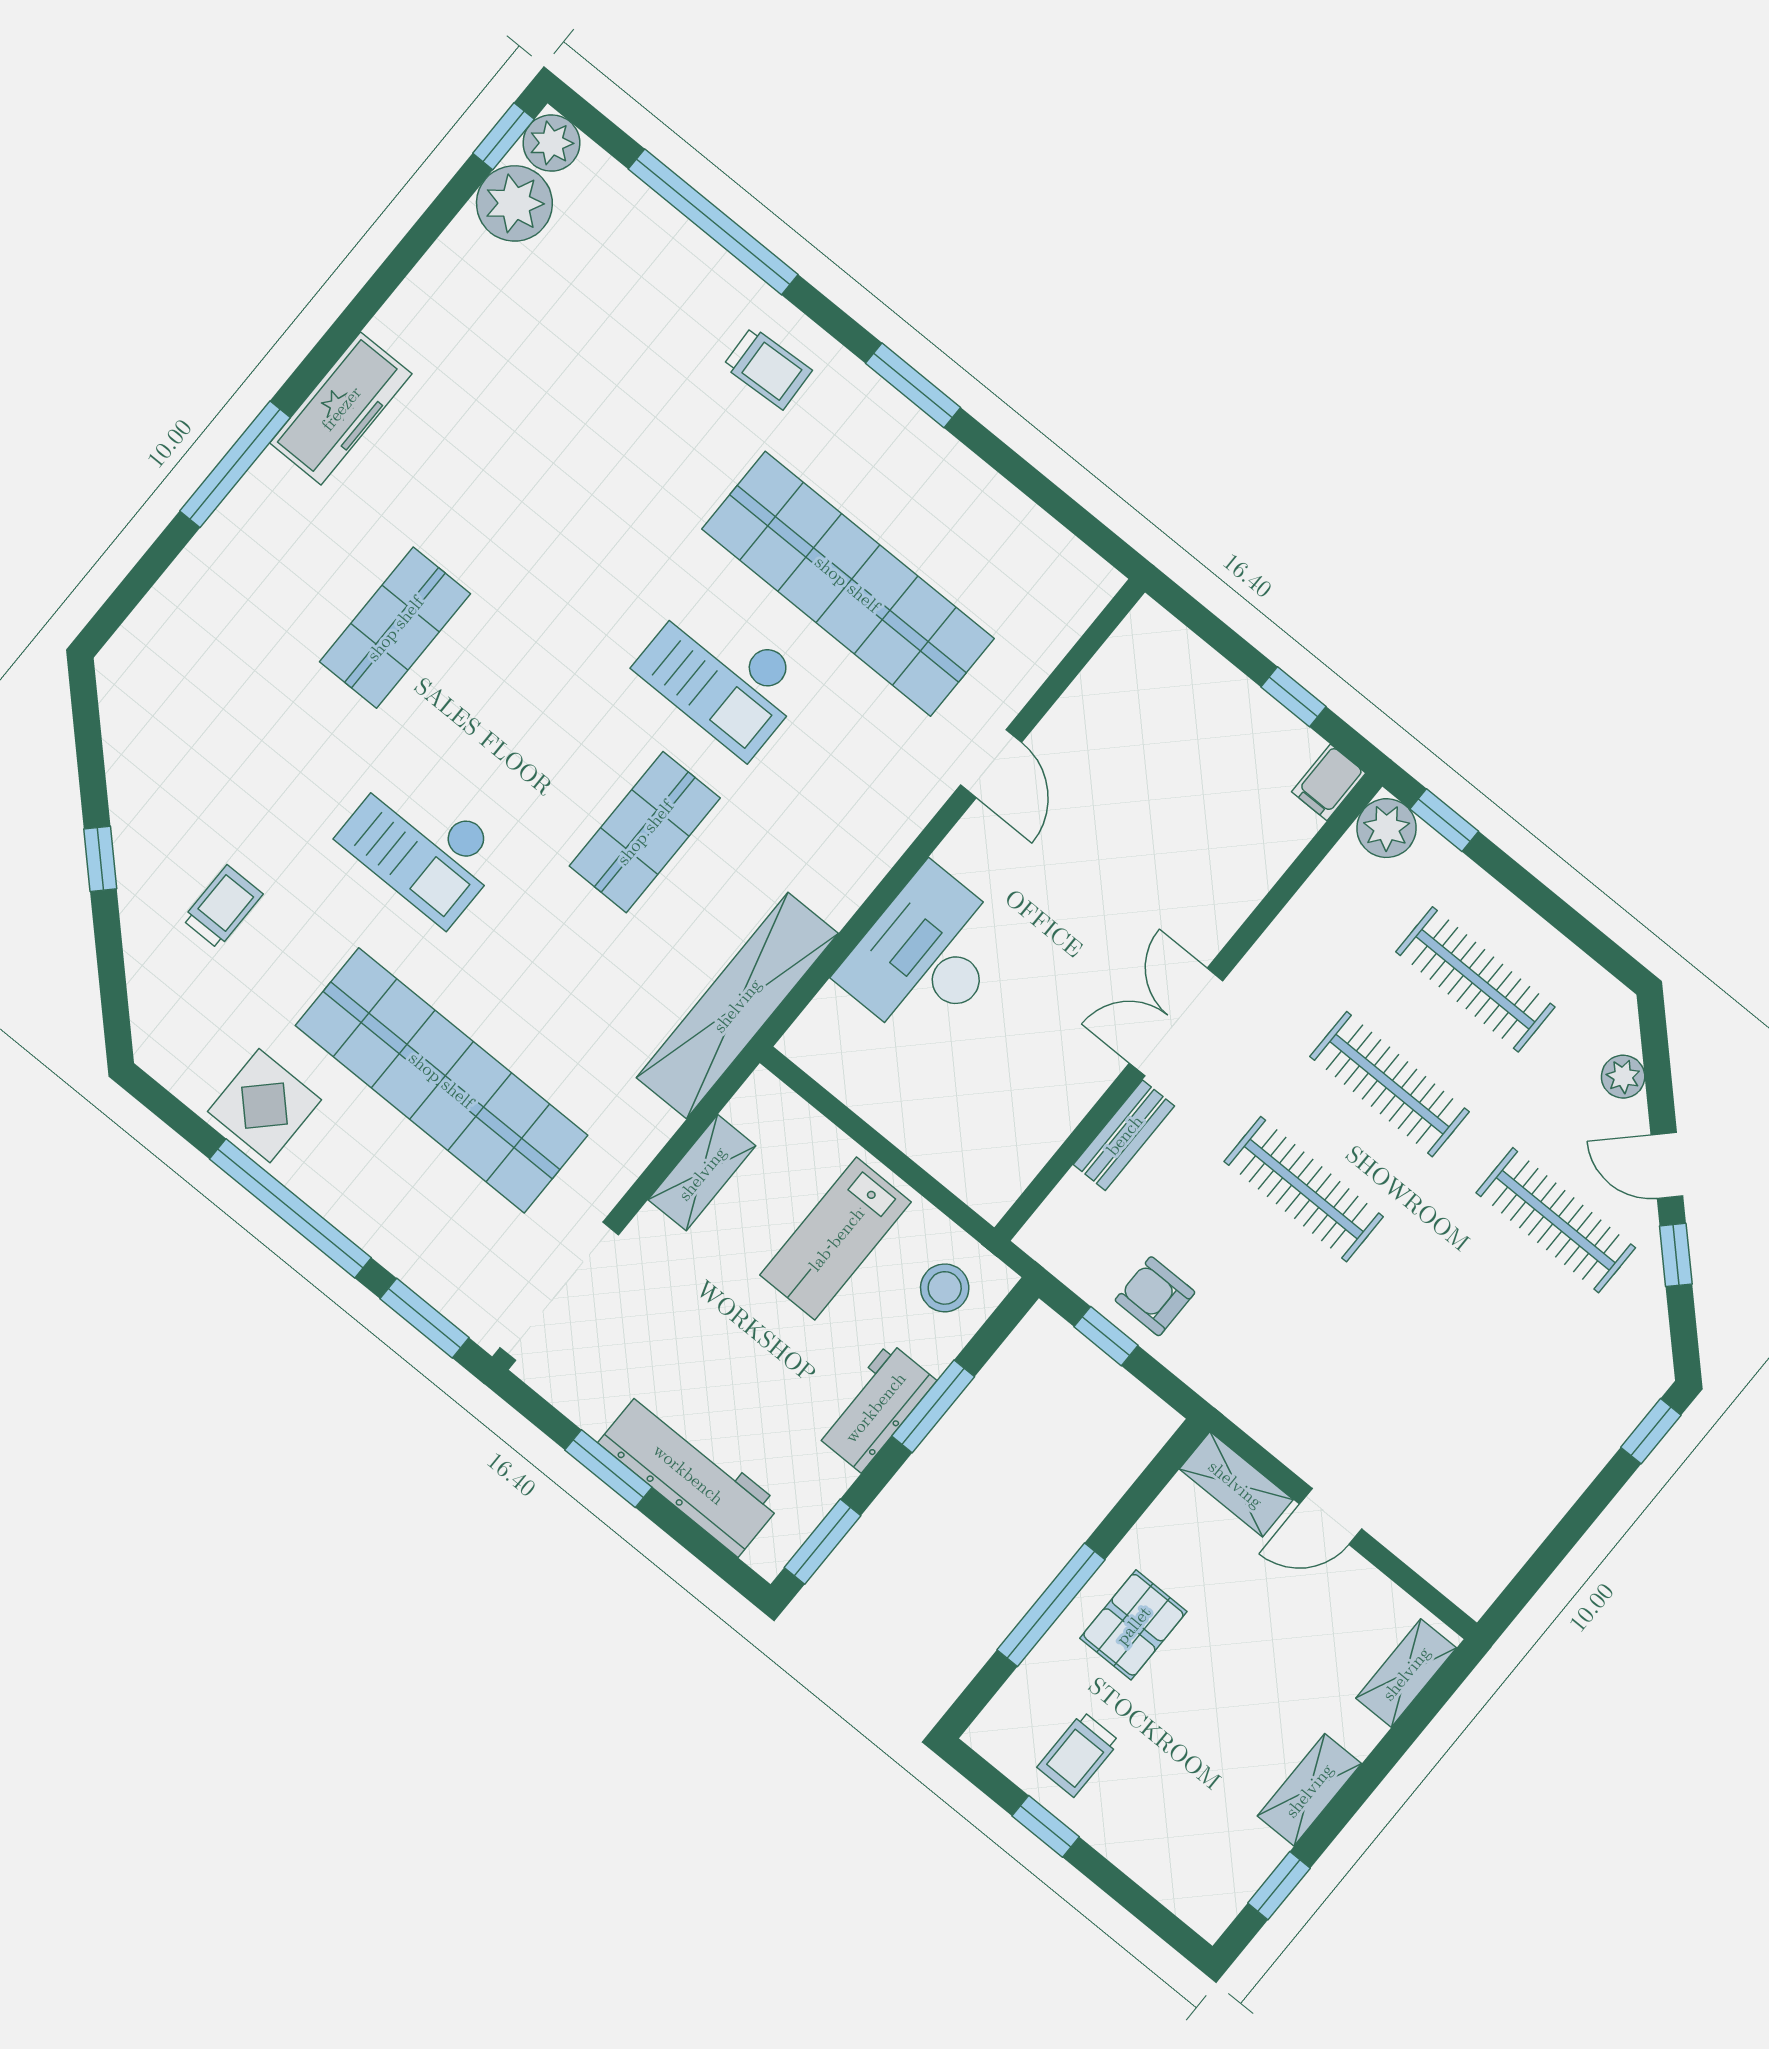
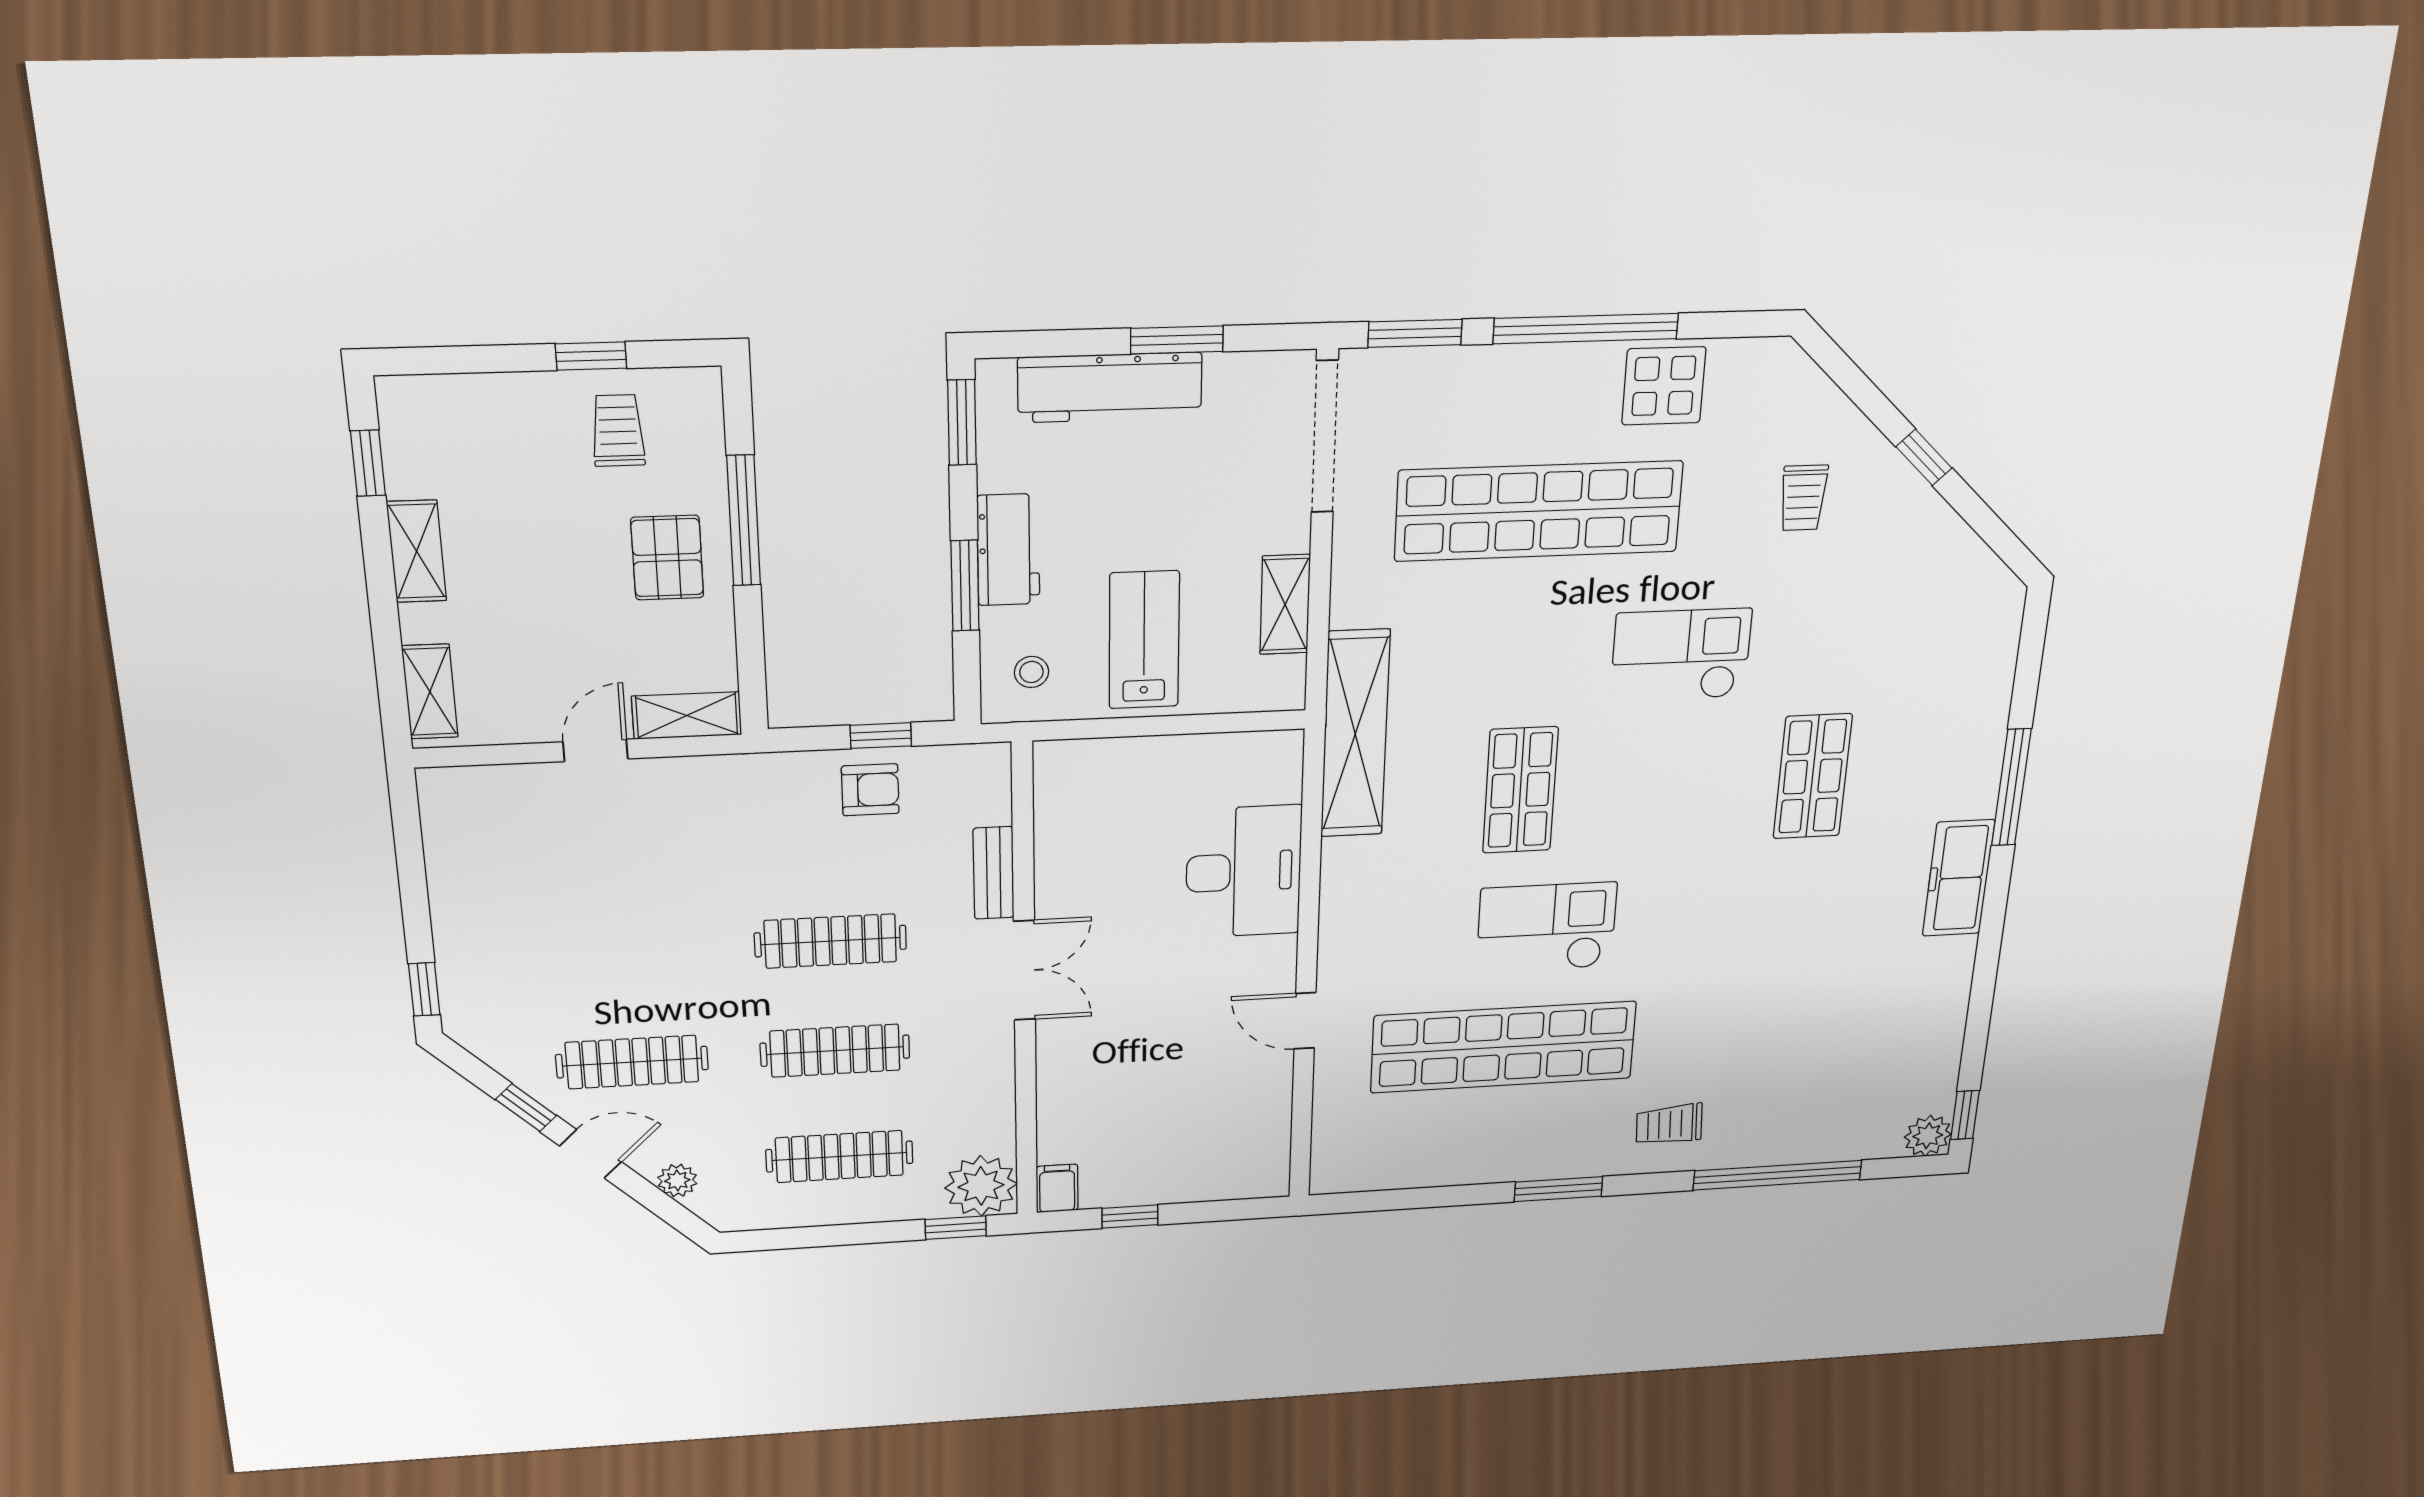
plant: (514, 203) -> (1927, 1084), removed
plant: (1386, 828) -> (981, 1186), width x1.36, depth x1.36
stool: (945, 1288) -> (1031, 672), width x0.73, depth x0.73

